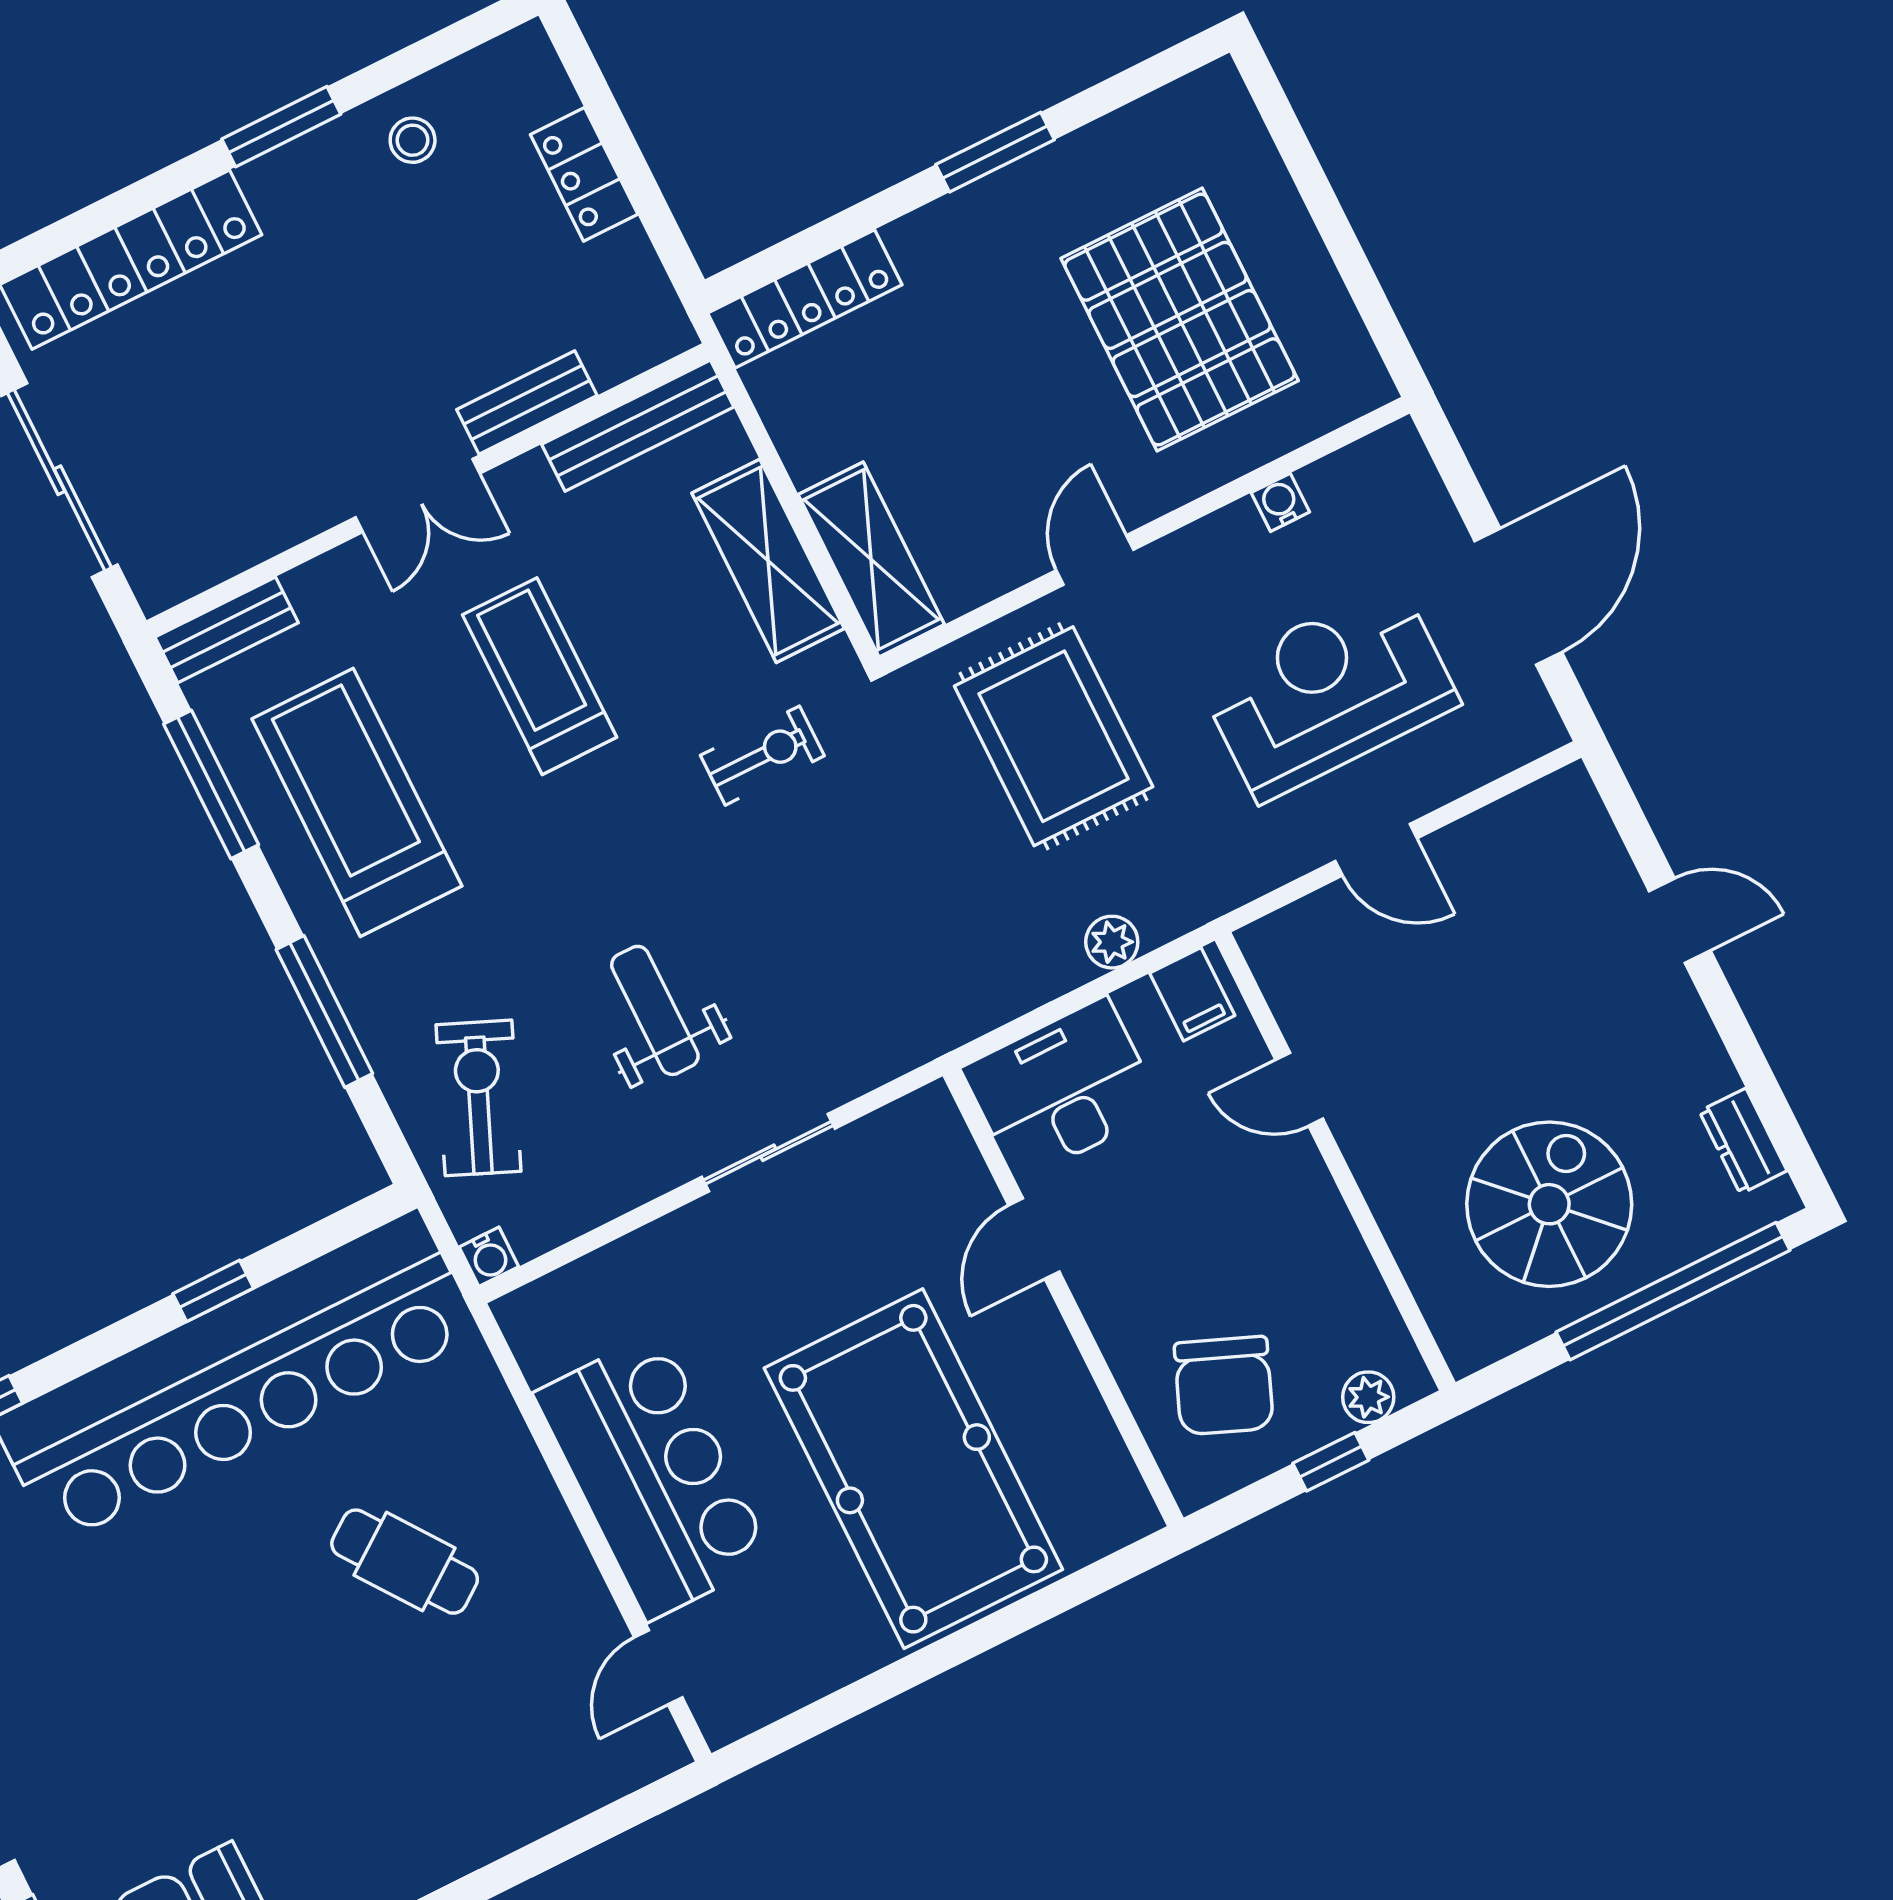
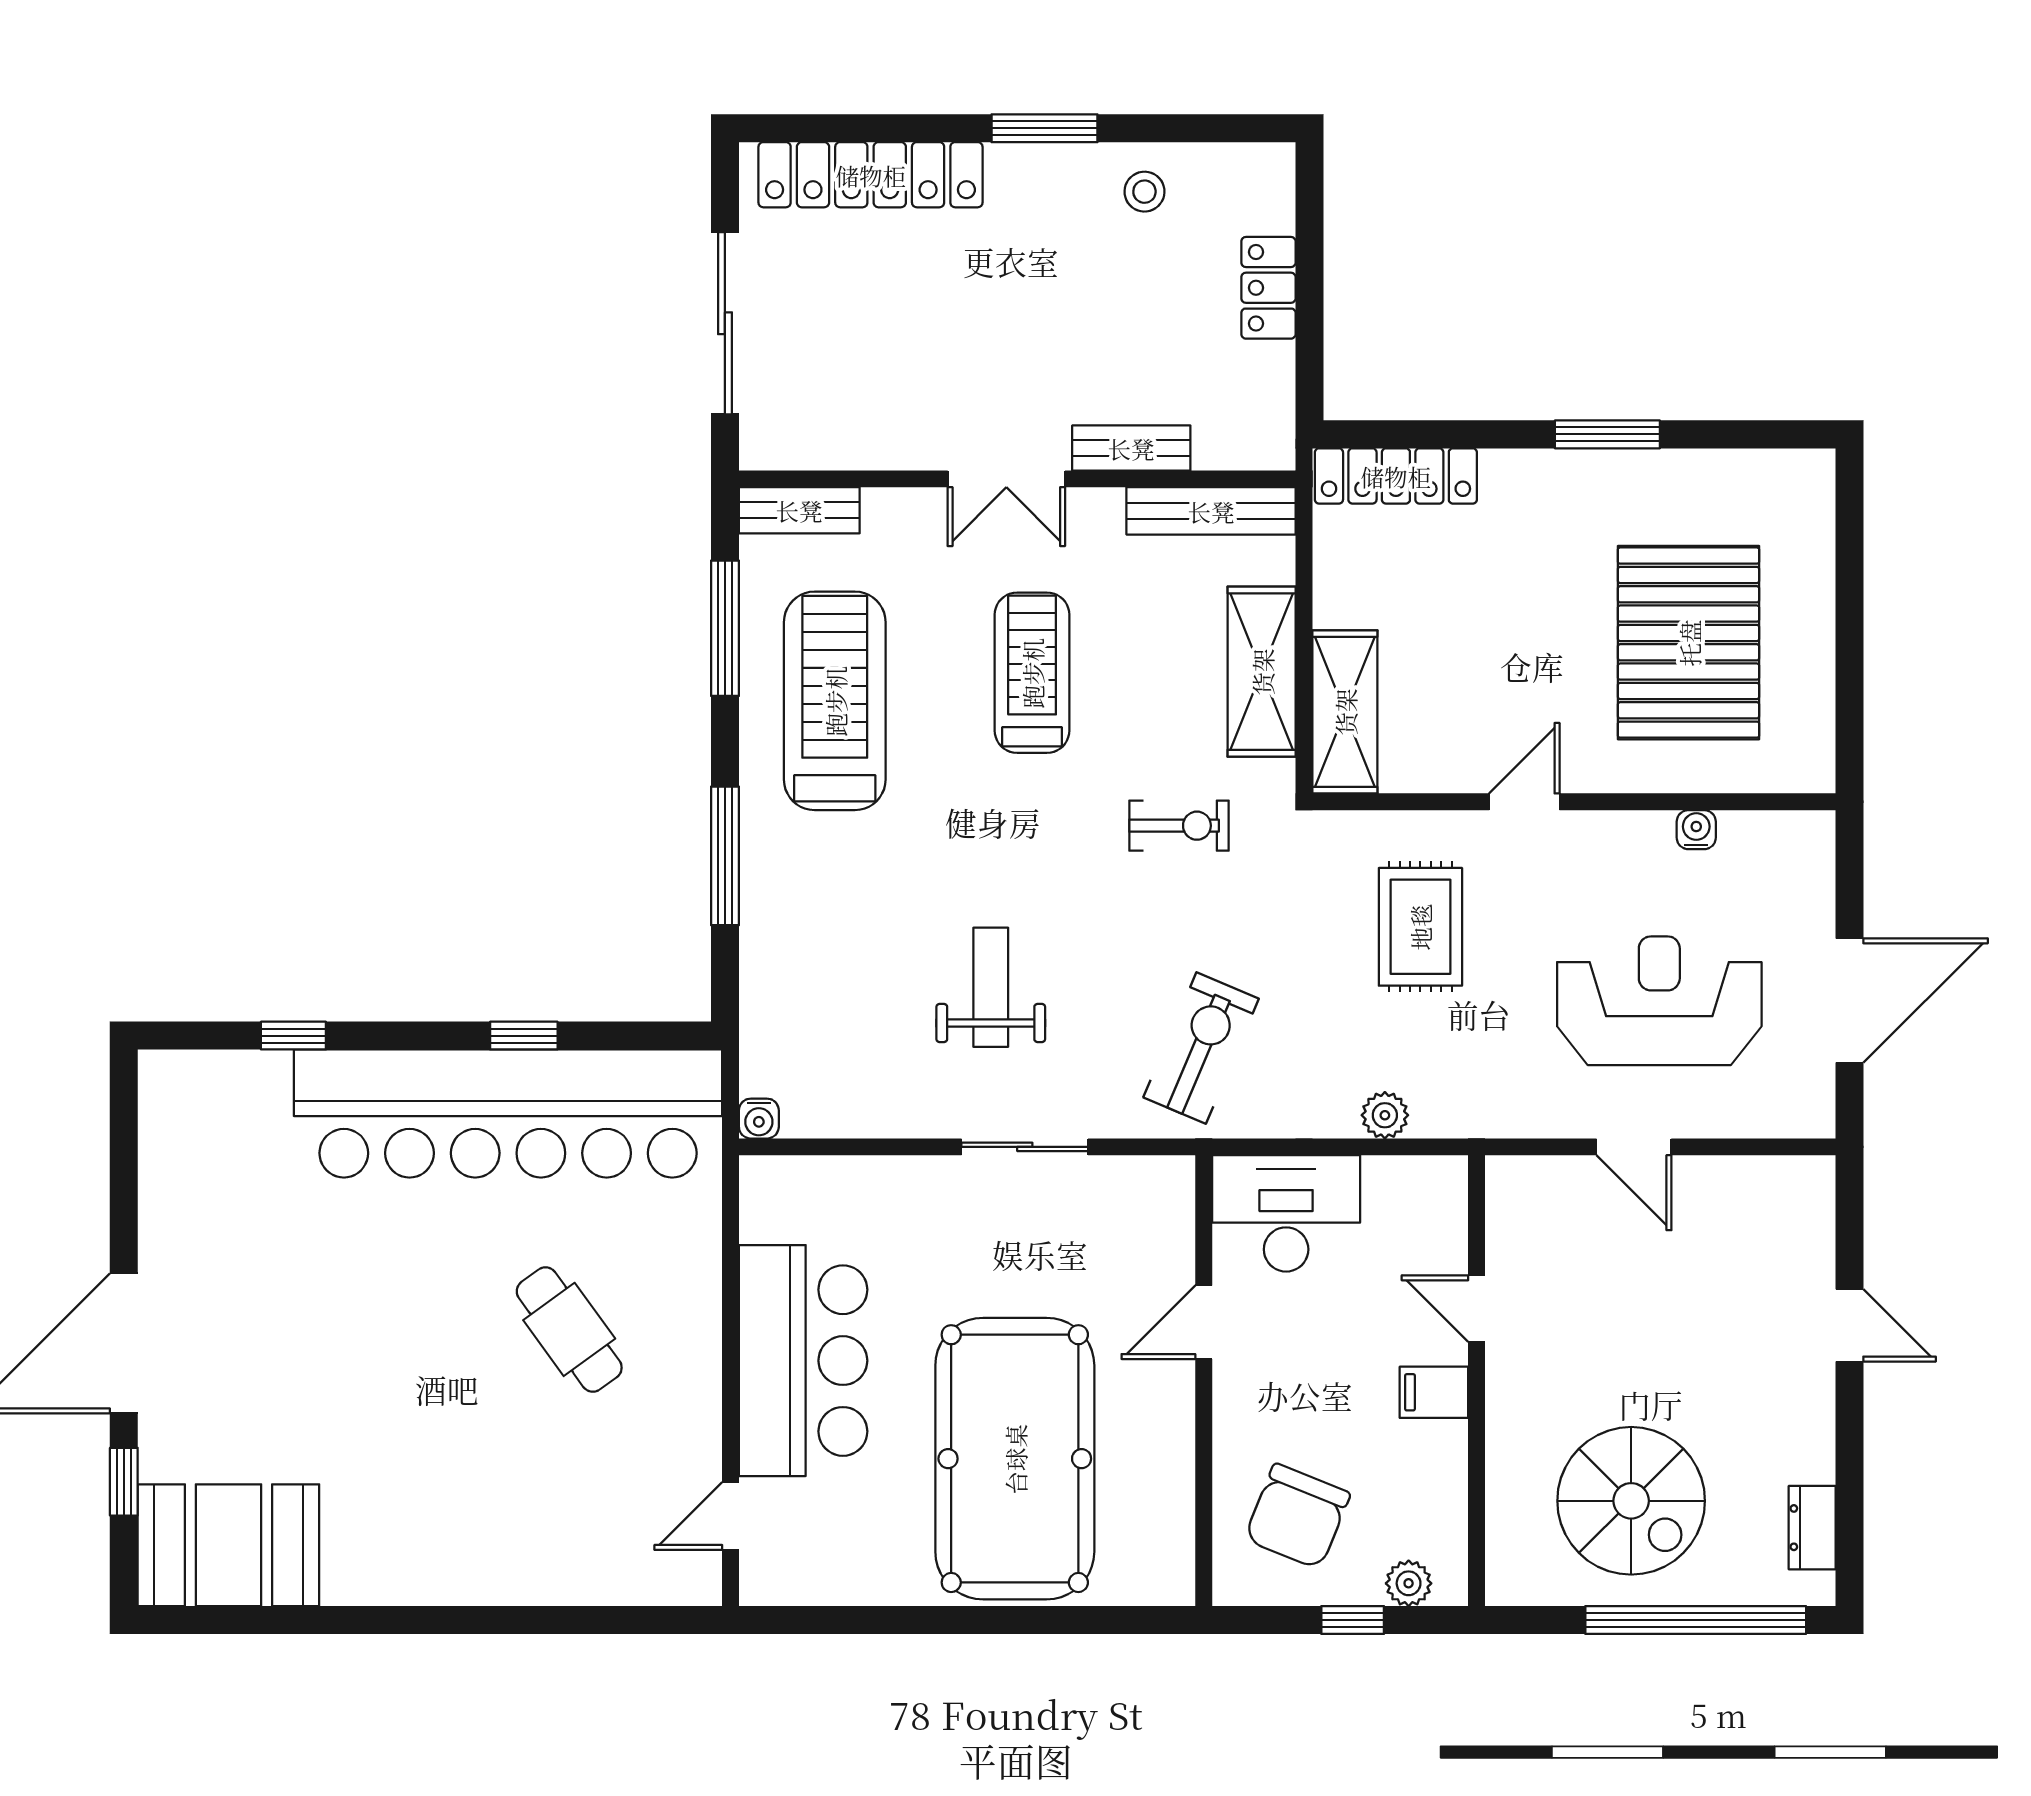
rug: (1054, 736) -> (1420, 927), width x0.73, depth x0.70
filing cabinet: (1192, 994) -> (1434, 1392), moved, turned 90
exercise bike: (478, 1098) -> (1201, 1048), moved
spiral stairs: (1549, 1204) -> (1631, 1501), turned 90

